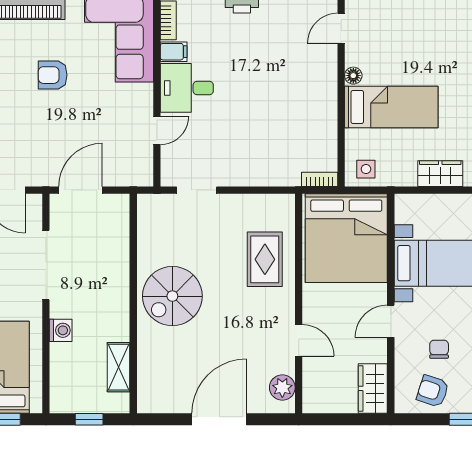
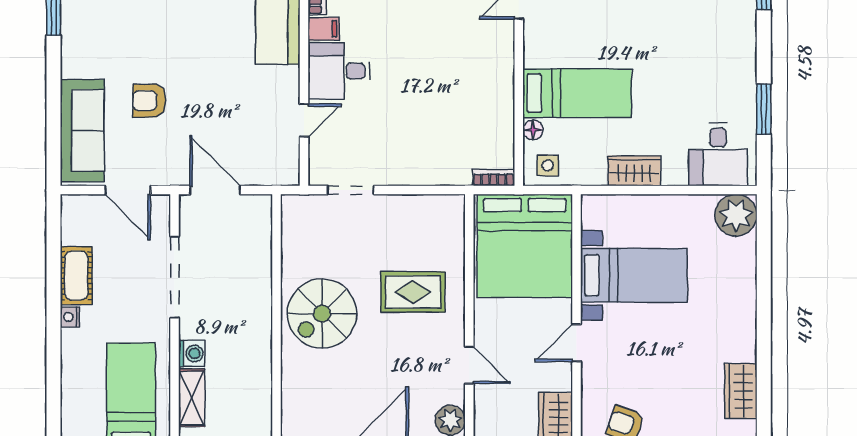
armchair: (53, 75) -> (149, 101), moved
floor lamp: (353, 76) -> (533, 130), moved
door: (81, 190) -> (215, 190), hinge flipped
rug: (265, 259) -> (413, 292), moved, turned 90
chair: (439, 349) -> (633, 376), removed
shelving: (119, 367) -> (192, 398), moved

